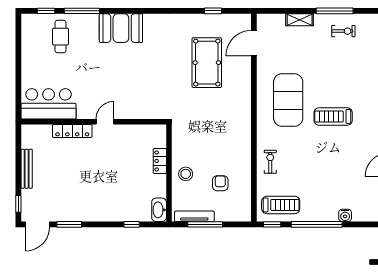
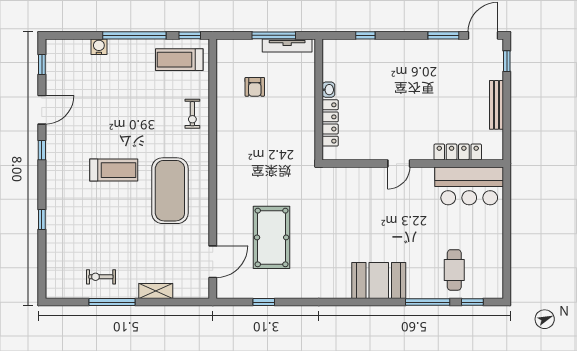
locker: (72, 131) -> (458, 152), moved
locker: (160, 161) -> (330, 123), width x1.53
stool: (186, 174) -> (298, 98), removed
washbasin: (159, 210) -> (328, 90), moved, width x0.52, depth x0.69

